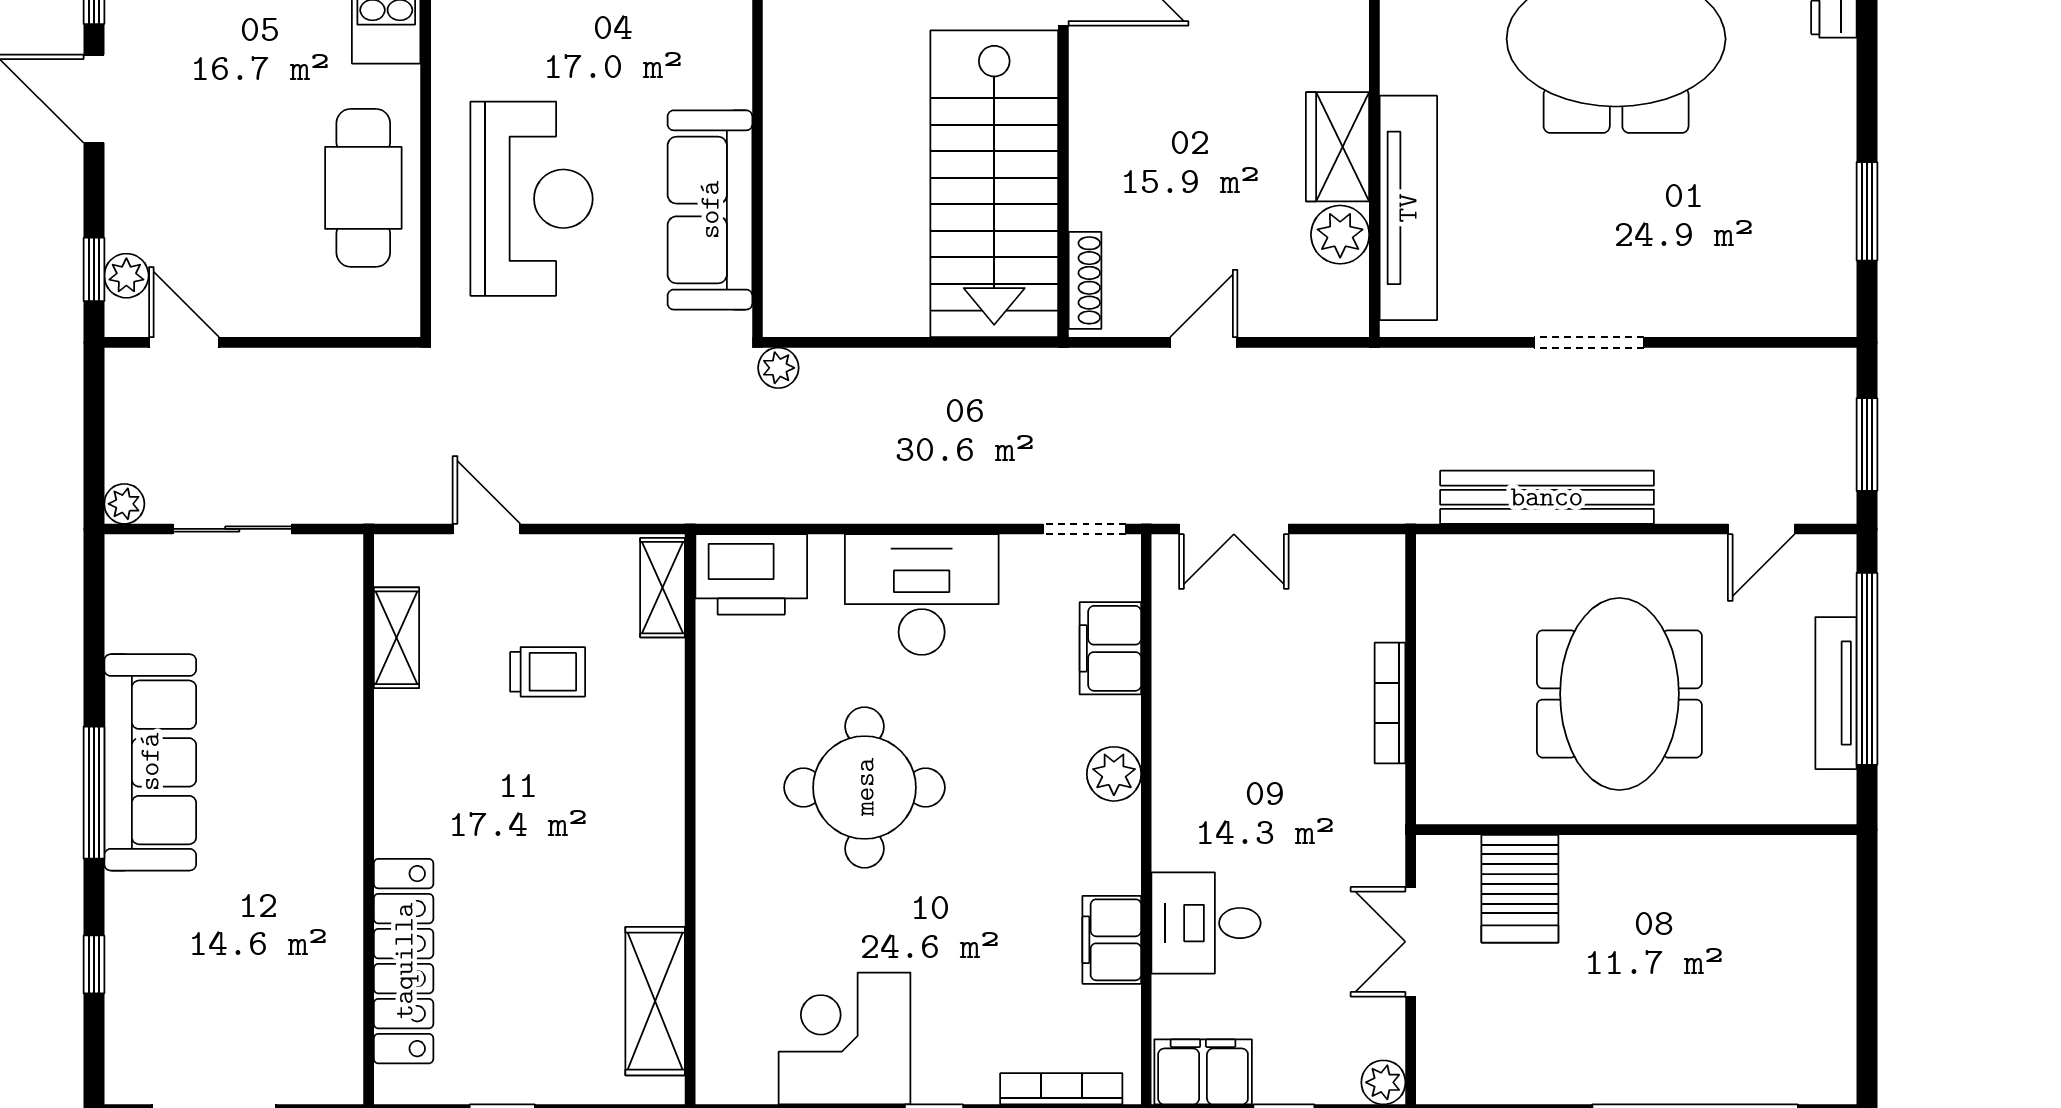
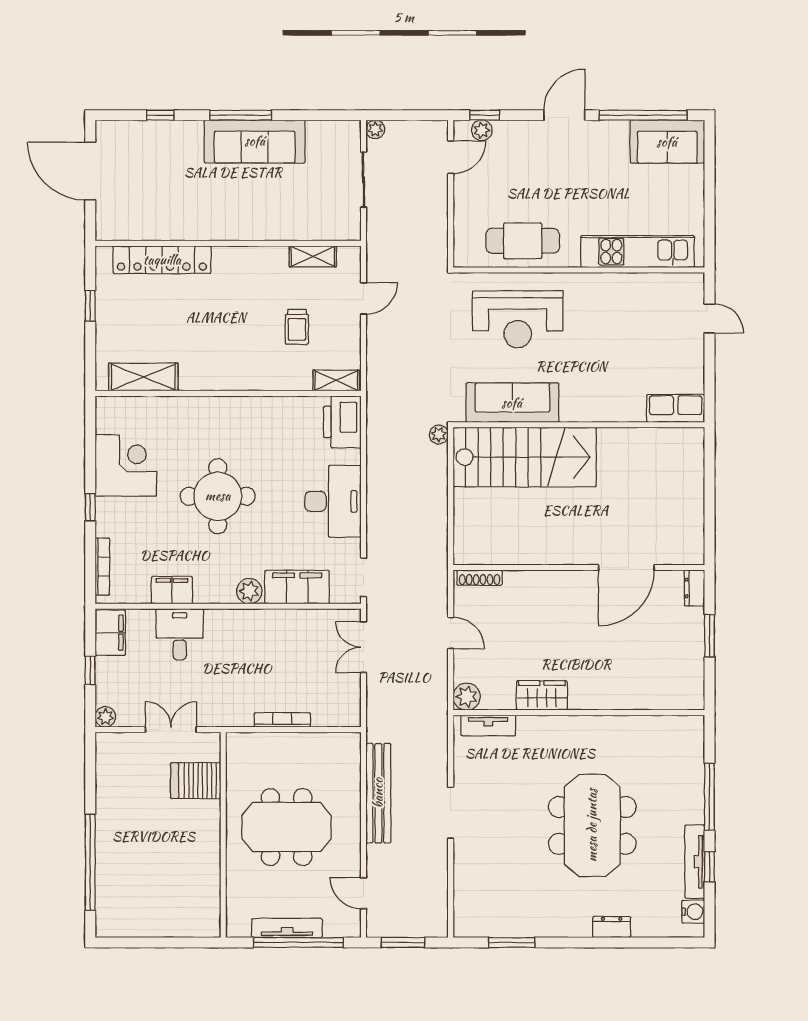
stairs: (994, 184) -> (525, 457), moved, turned 180
tv unit: (1408, 208) -> (488, 726), width x0.52, depth x0.78
plant: (1340, 235) -> (467, 697), moved
filing cabinet: (1110, 648) -> (297, 587), width x1.50, depth x1.17
round table: (865, 787) -> (218, 496), moved

